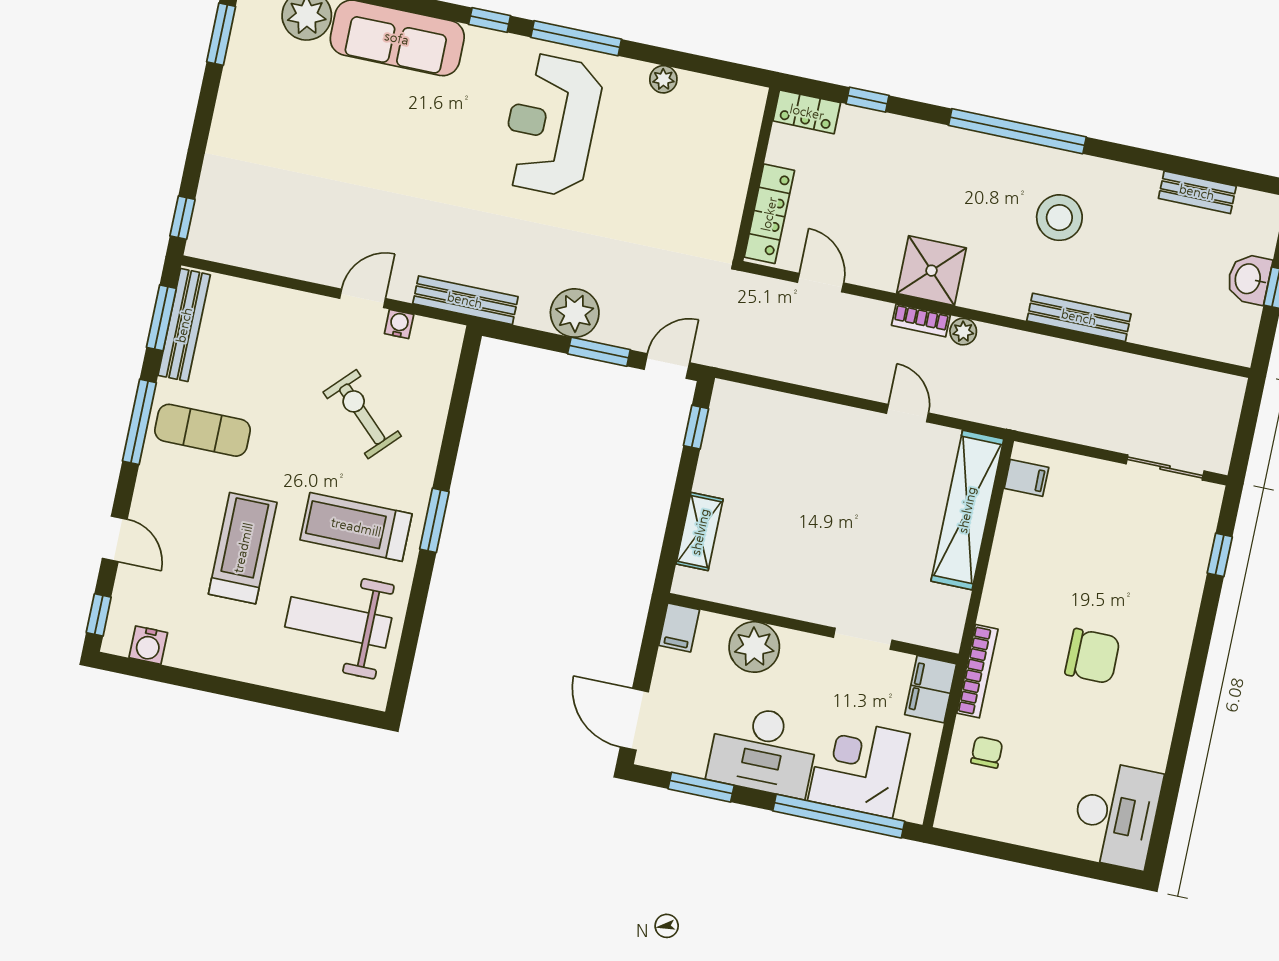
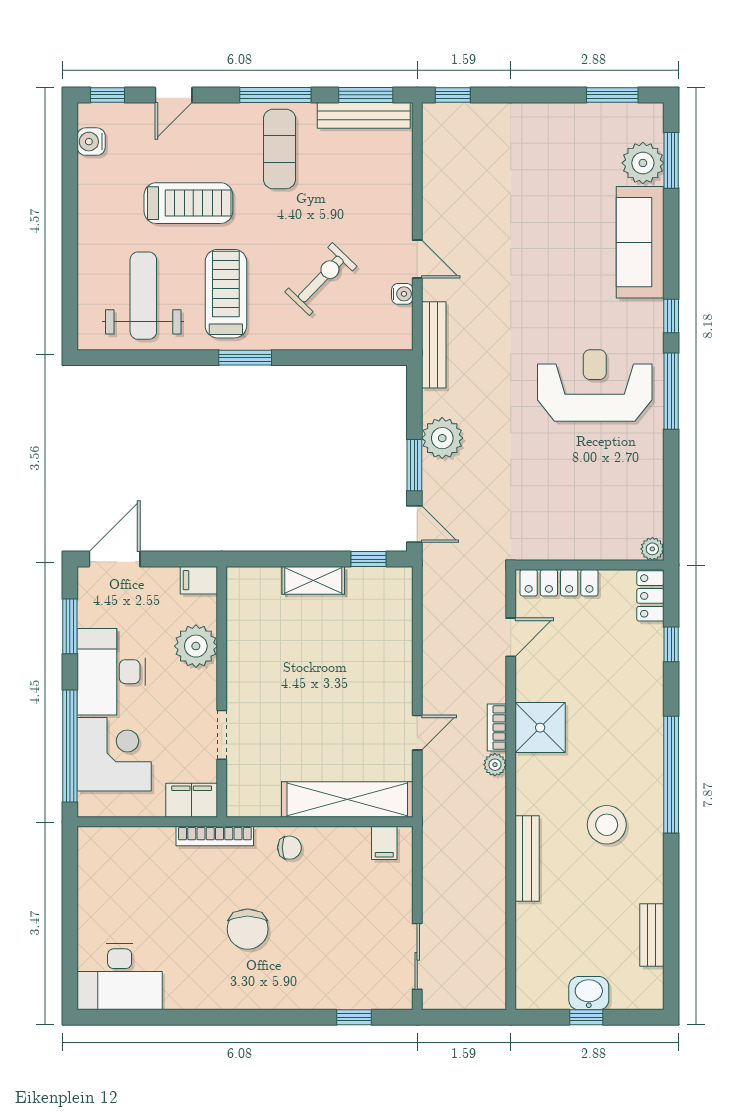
plant: (663, 79) -> (652, 549), moved
shelving: (700, 532) -> (313, 580), moved
chair: (987, 752) -> (289, 848), moved

